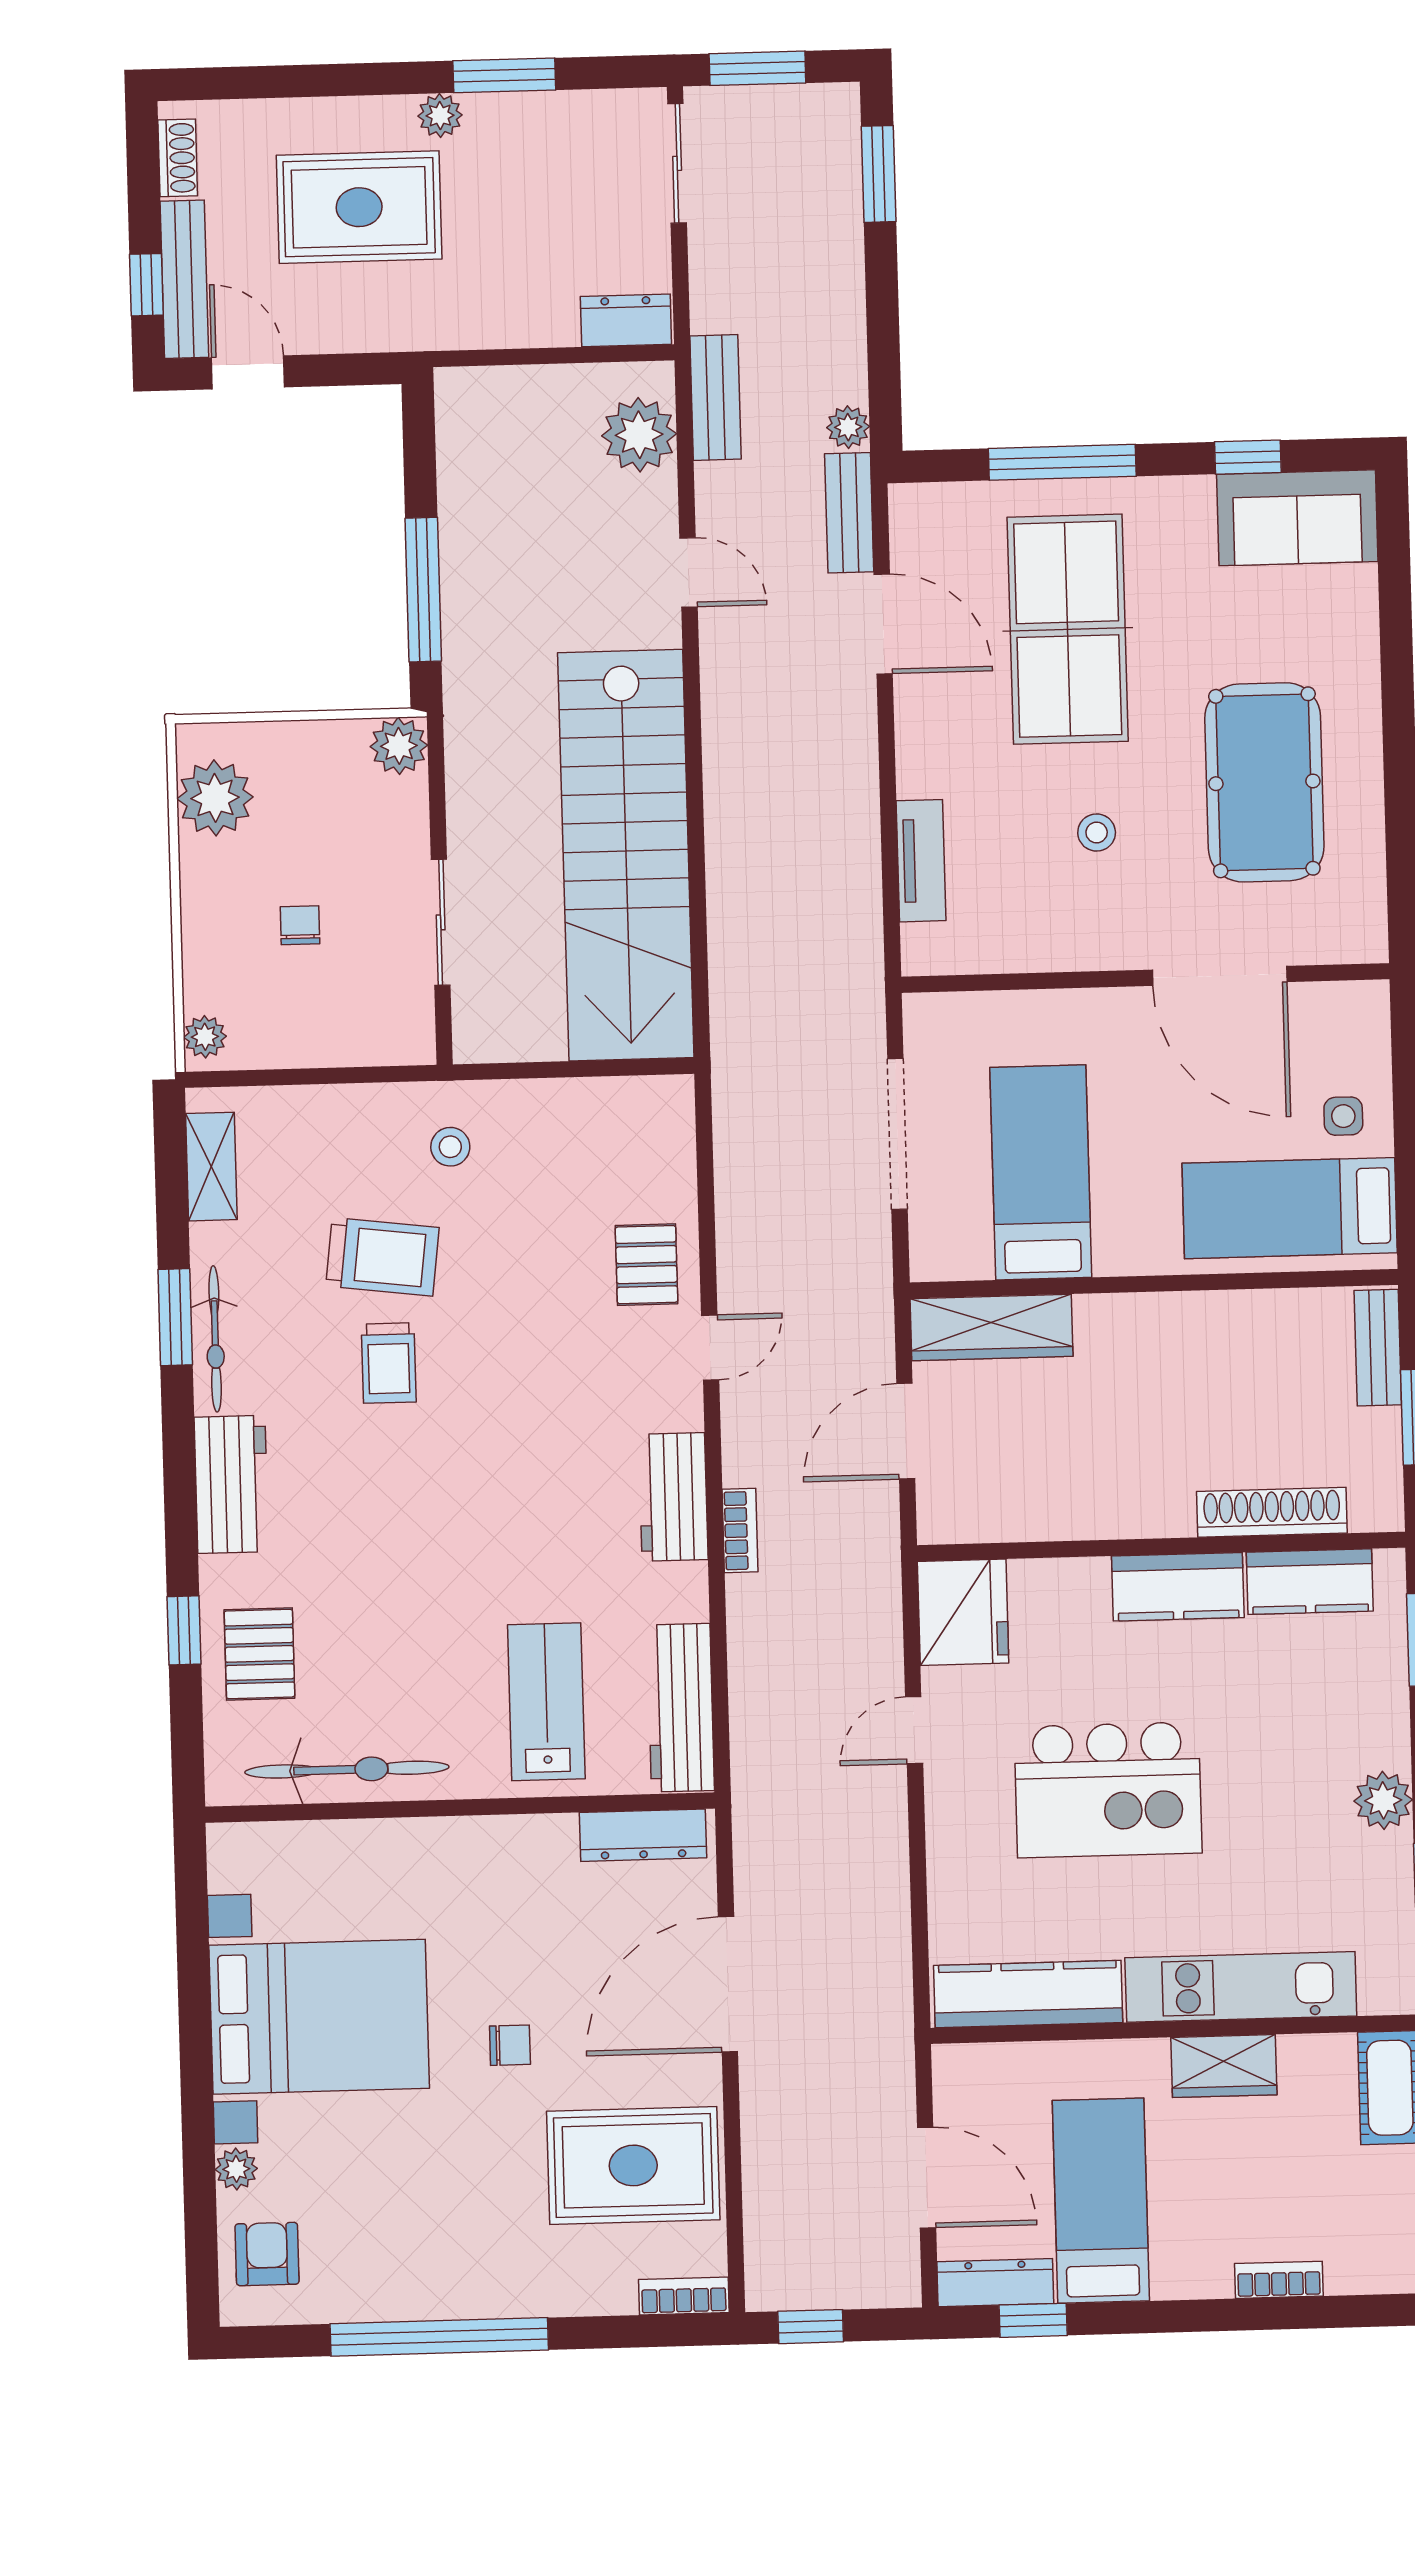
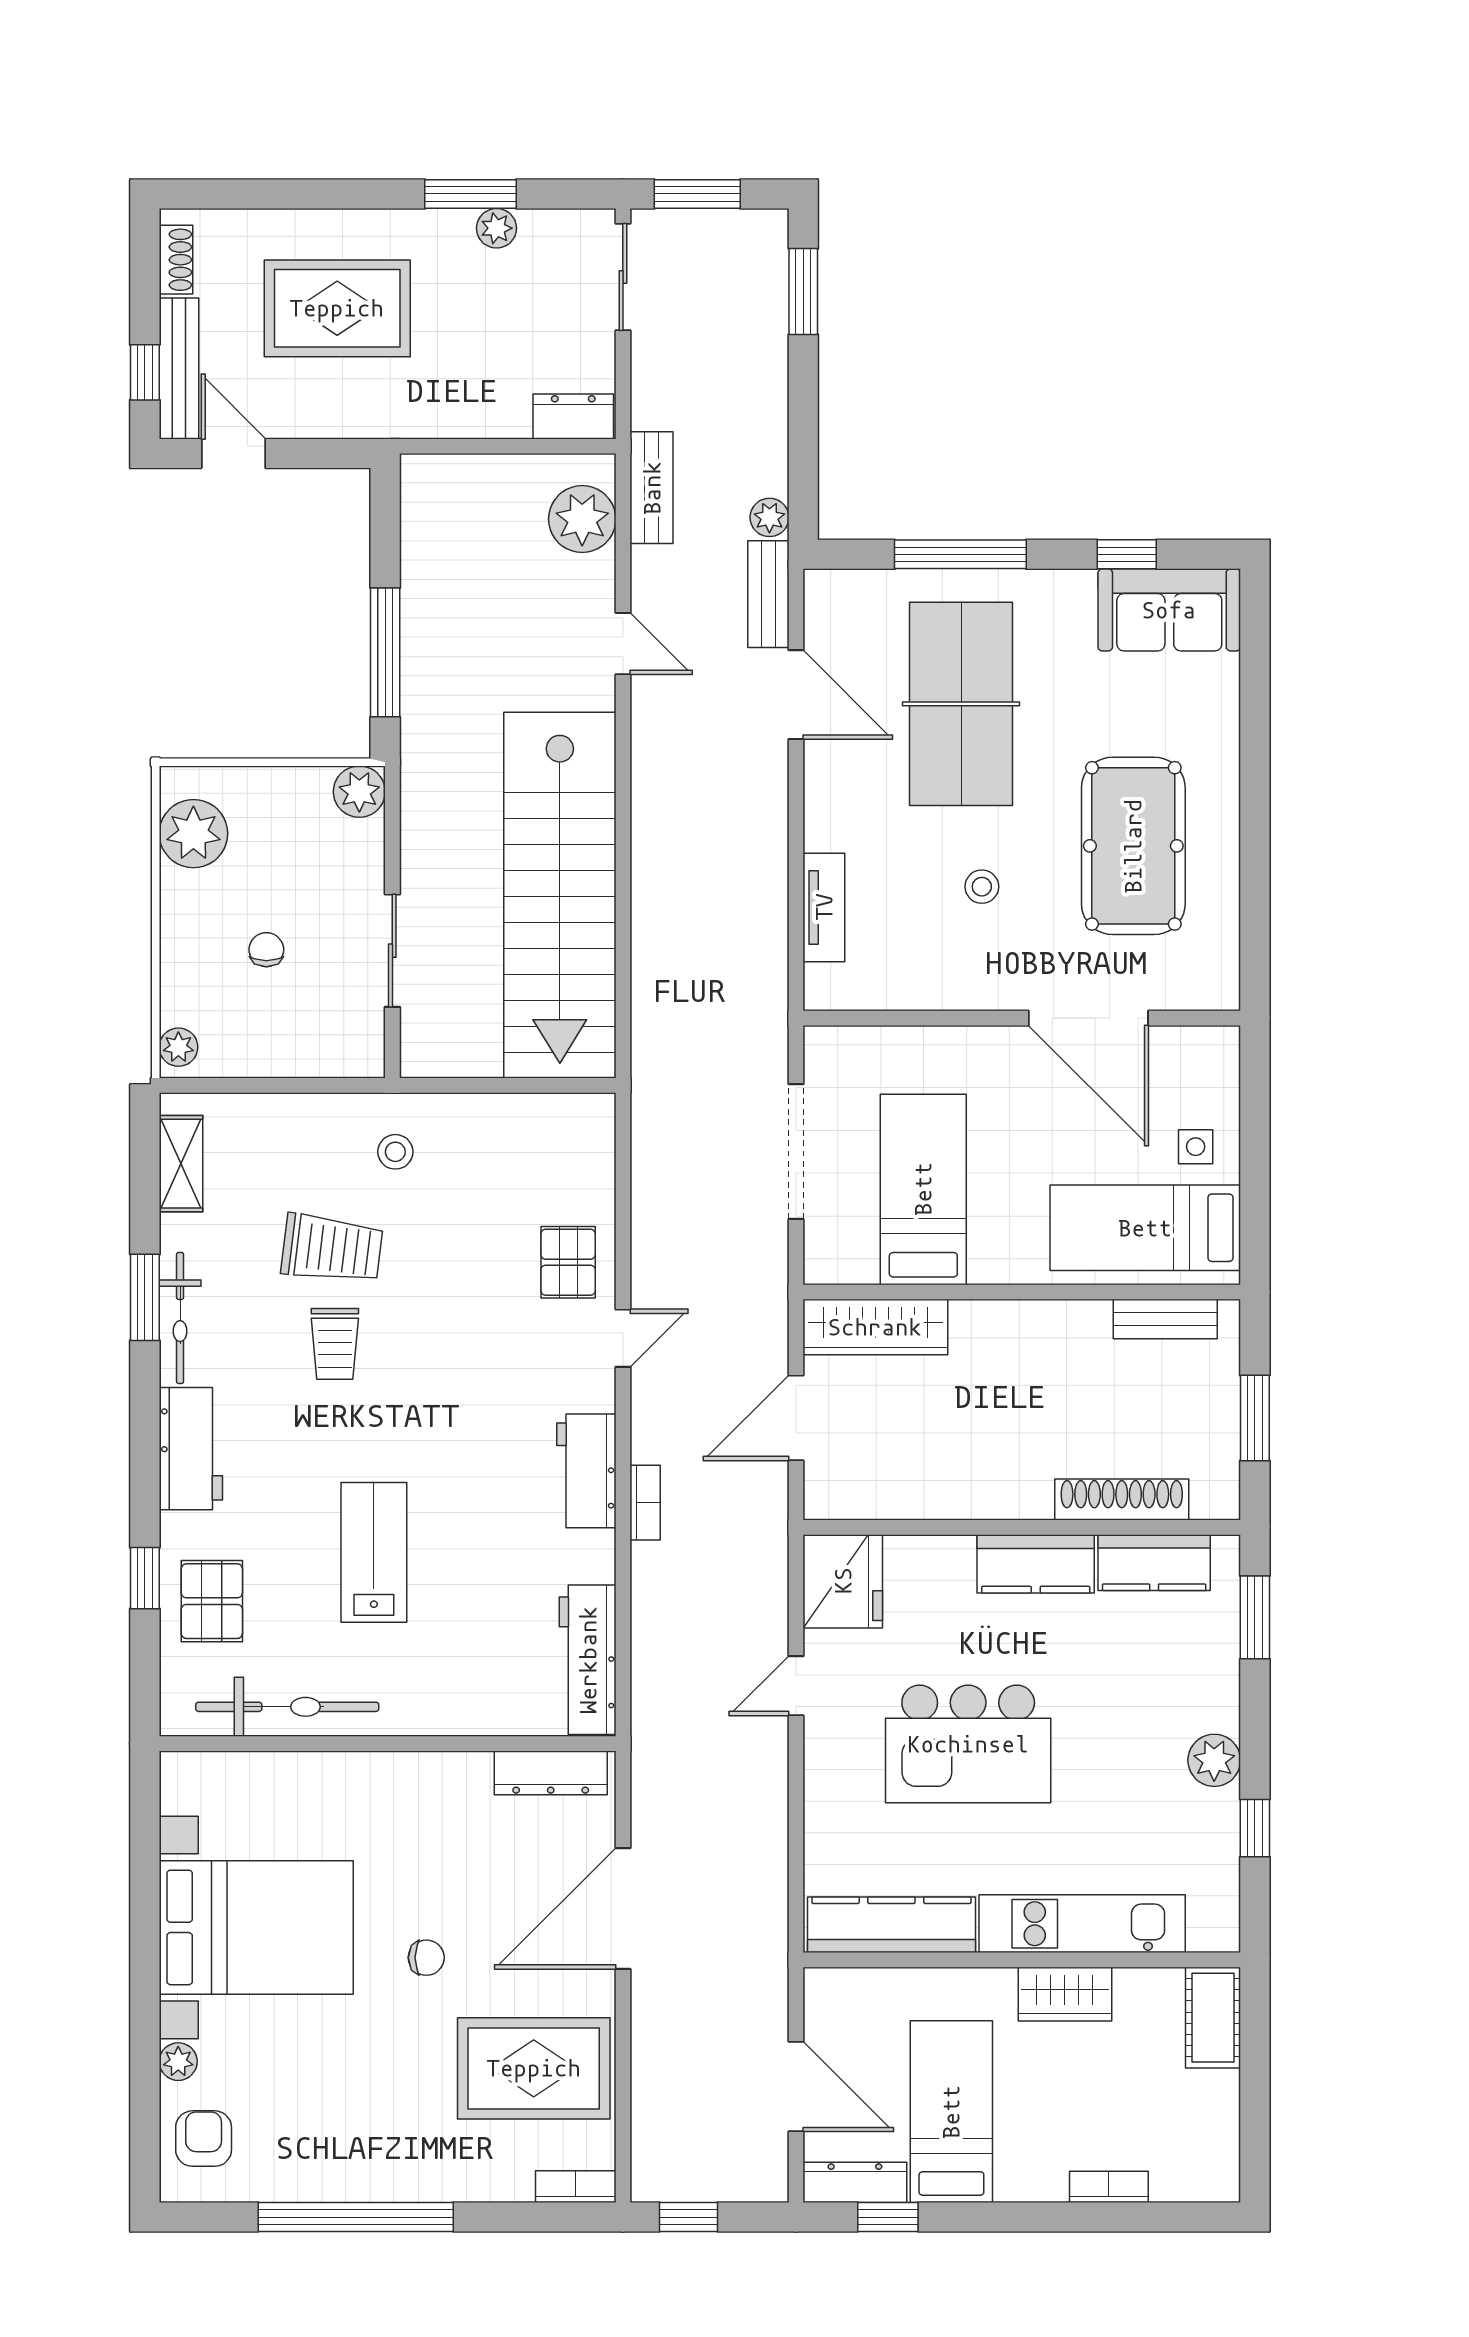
plant: (440, 115) -> (497, 228), moved
bench: (1378, 1348) -> (1165, 1319), moved, turned 90
lab bench: (546, 1702) -> (374, 1552), moved

